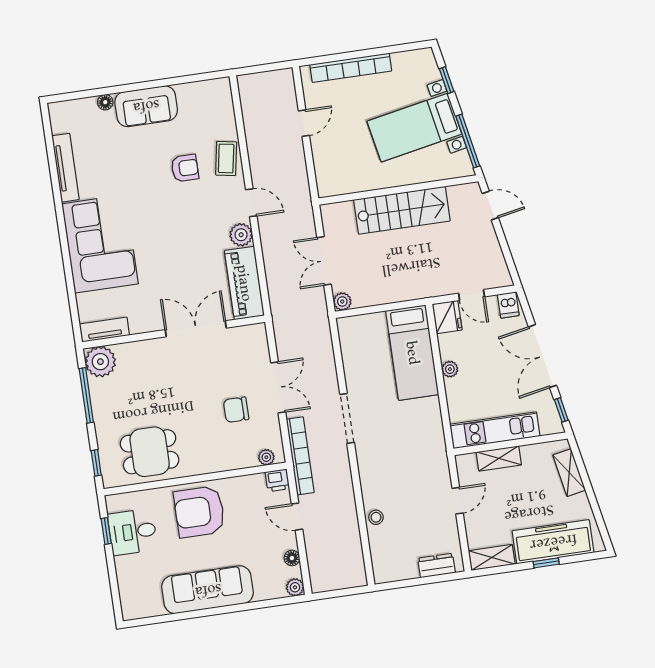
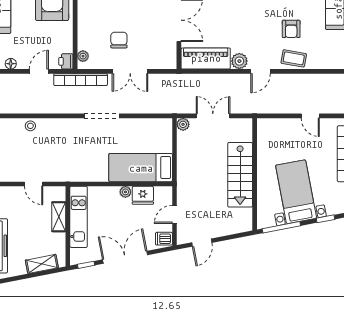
door: (490, 206) -> (202, 243), moved
fridge: (447, 317) -> (143, 195), moved

